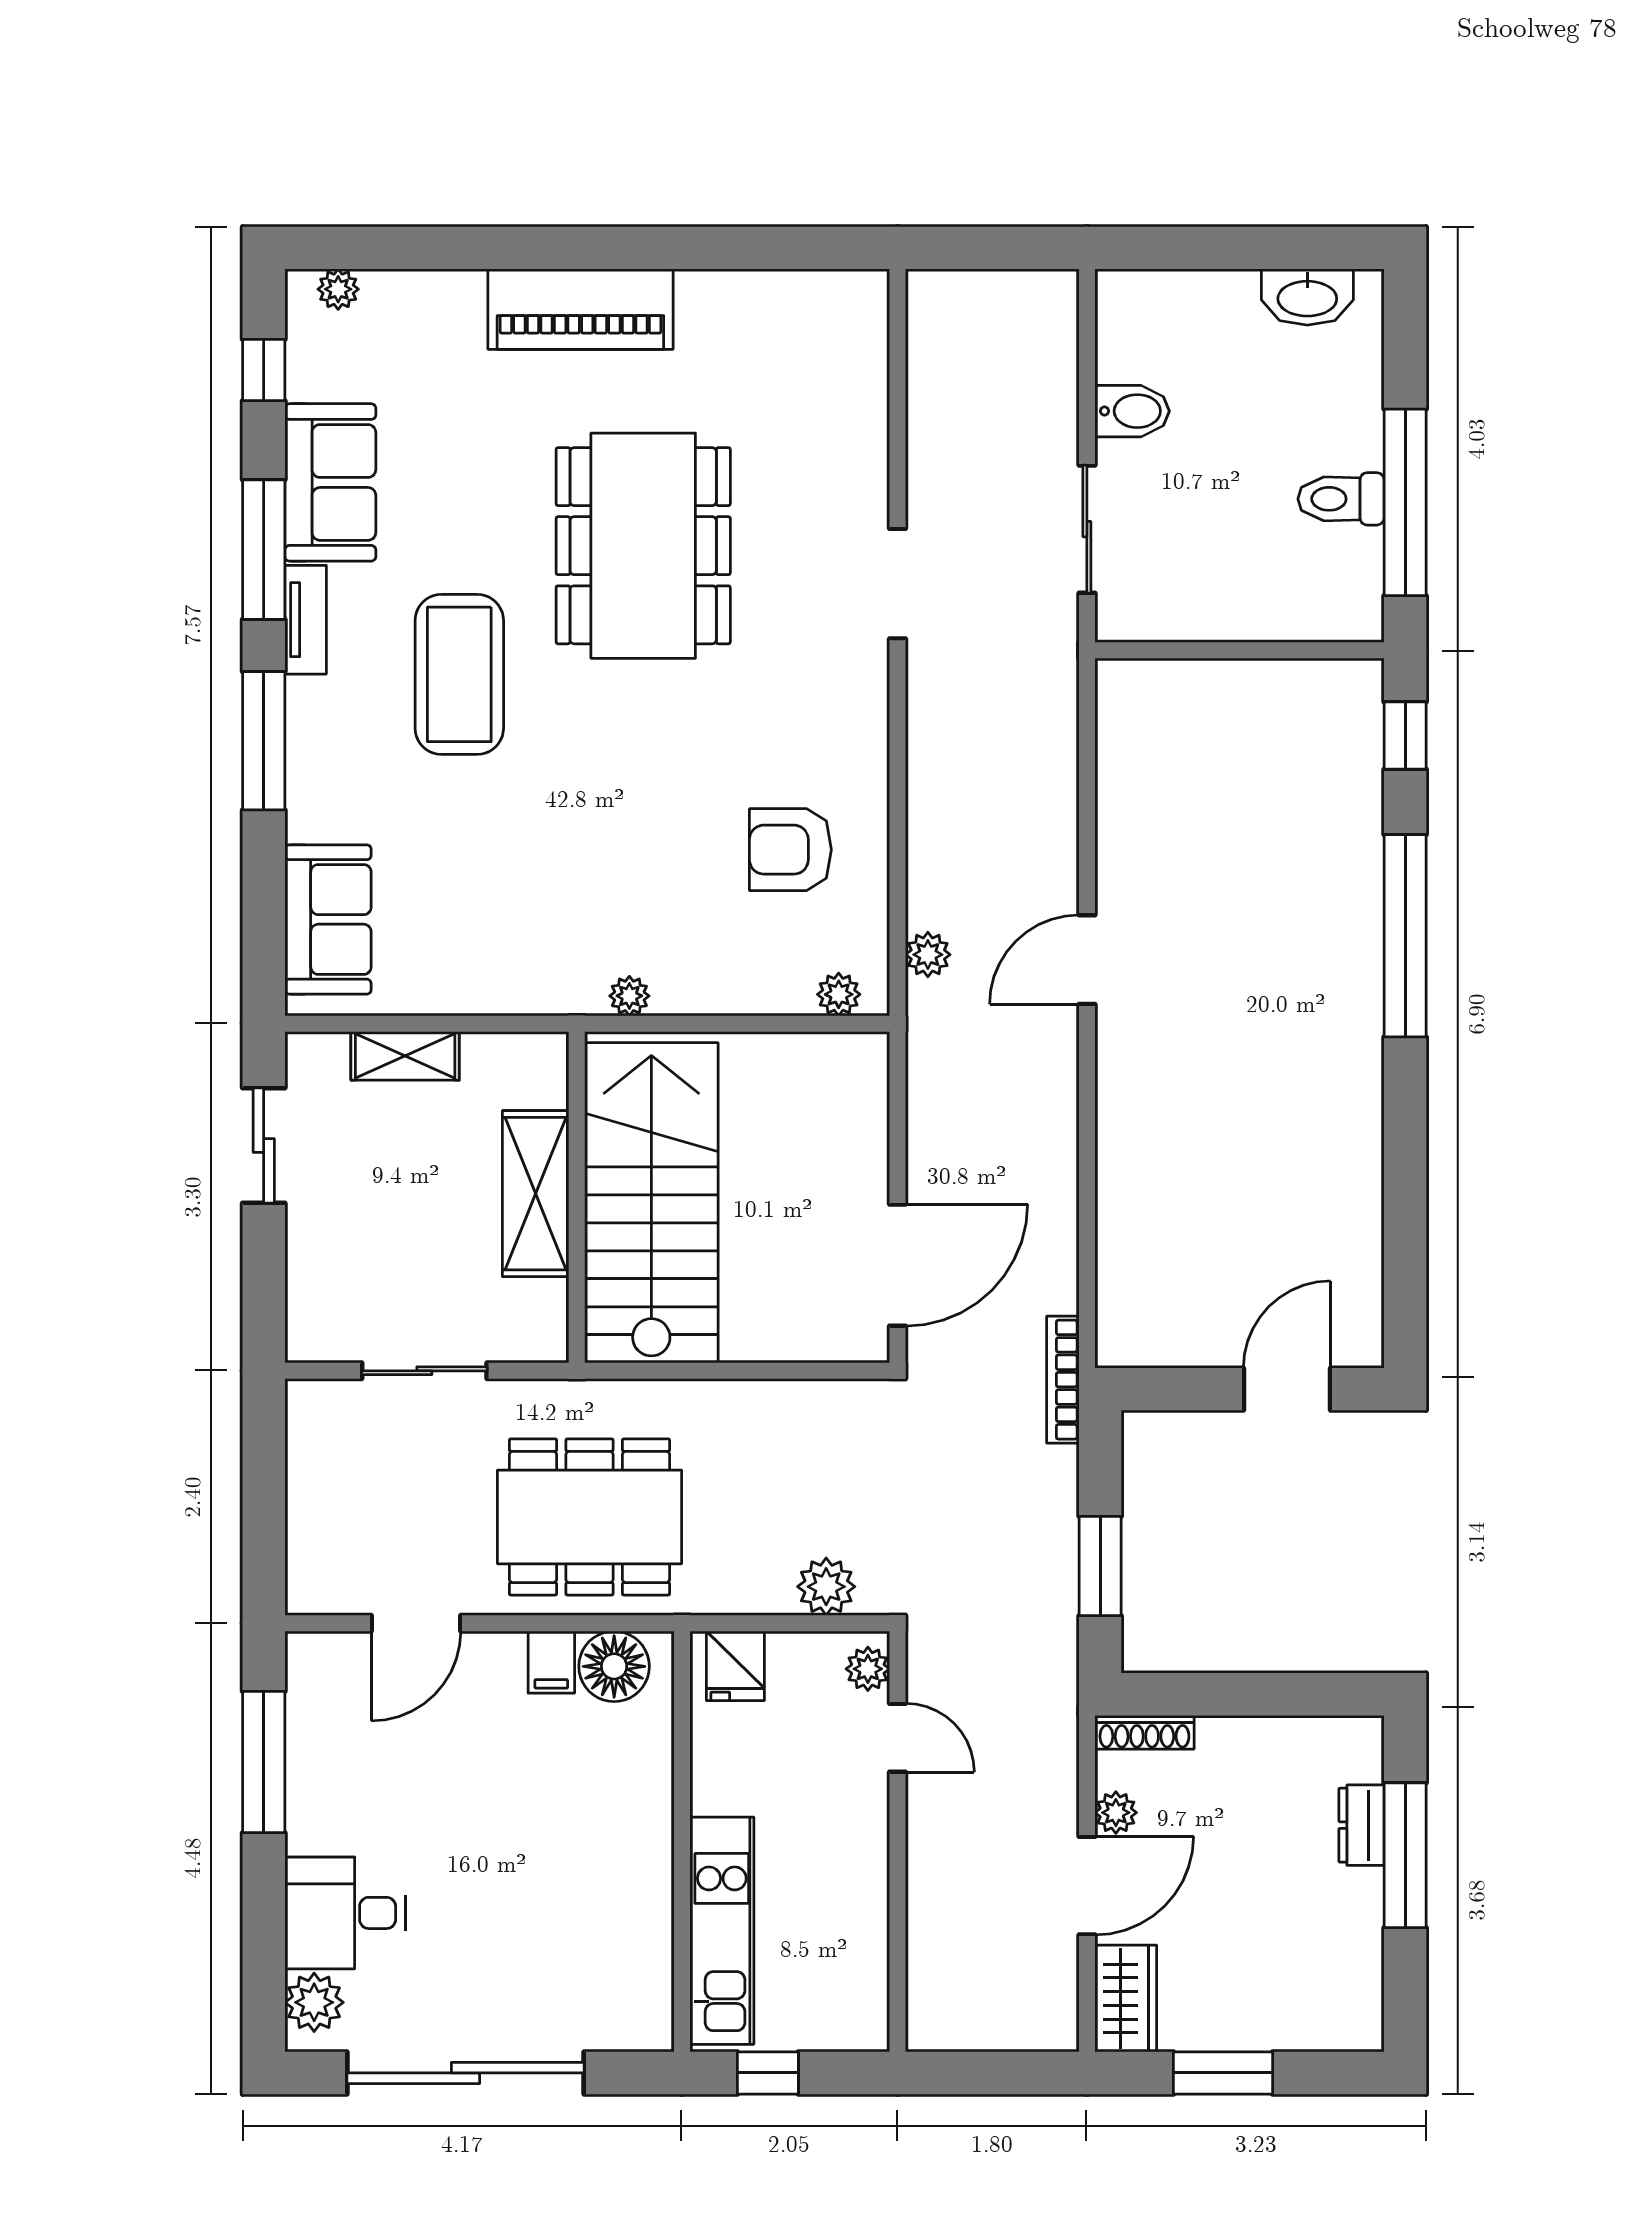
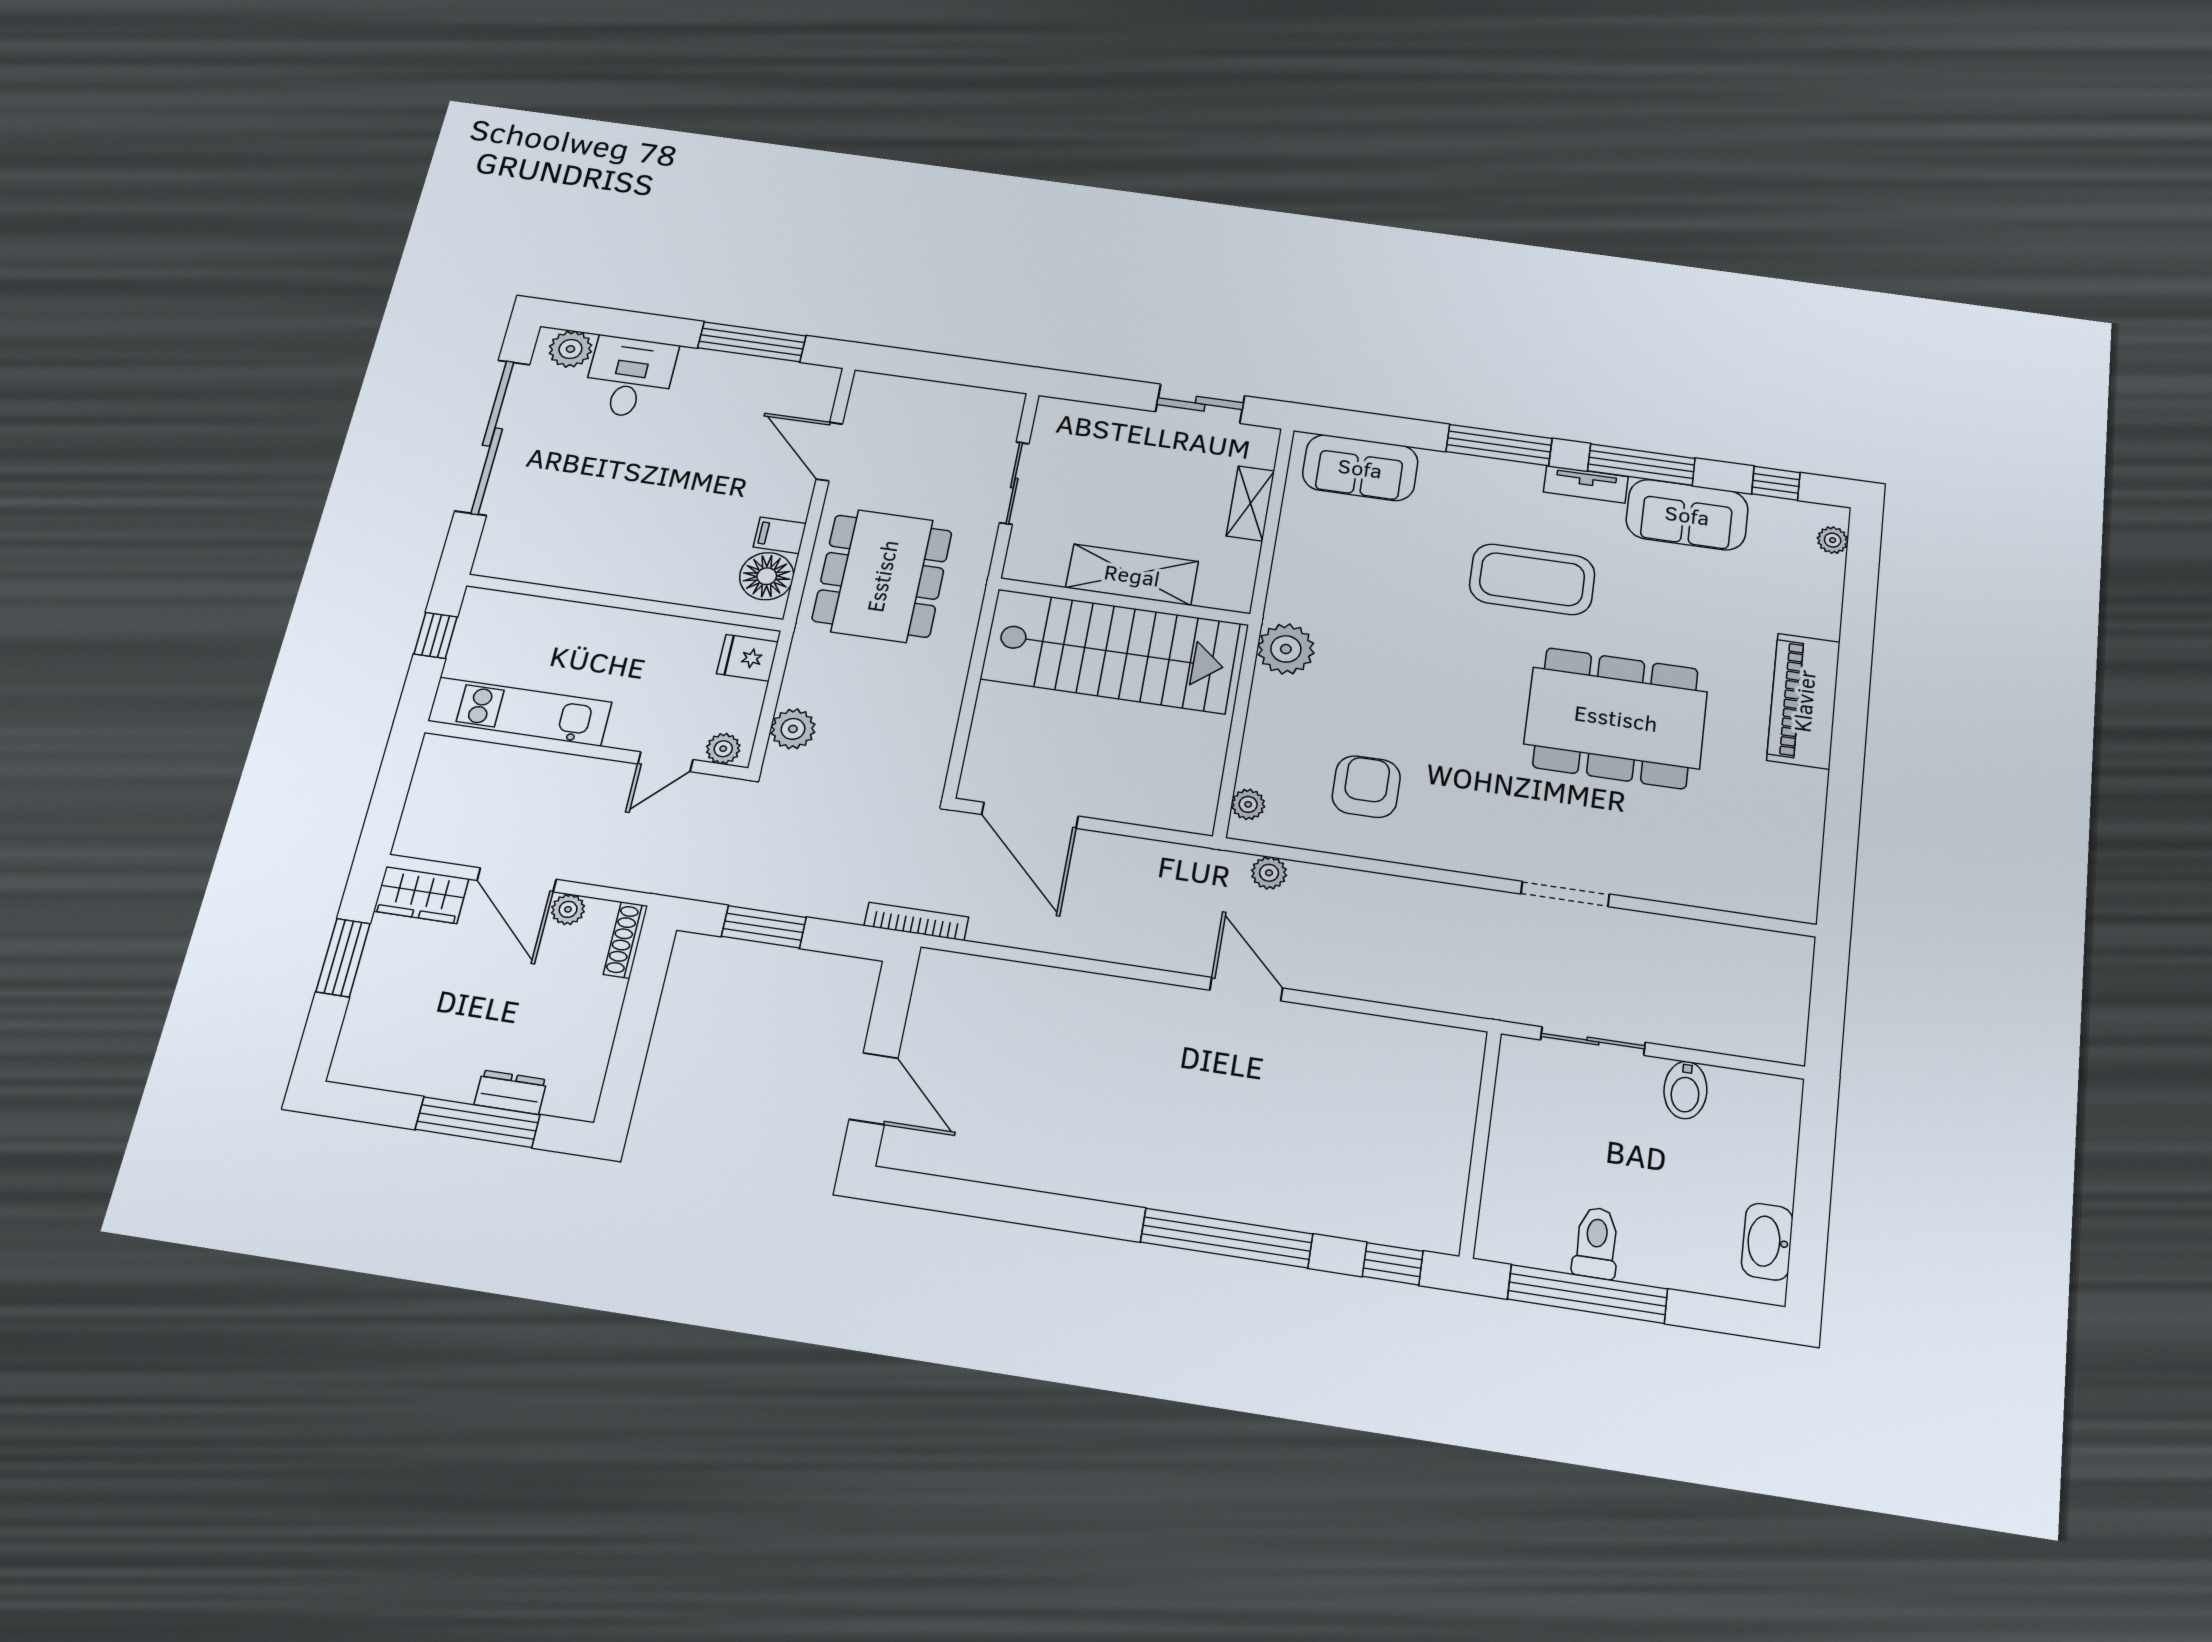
plant: (629, 996) -> (1286, 649), width x1.87, depth x1.87
kitchen unit: (722, 1931) -> (520, 712), moved, turned 180

